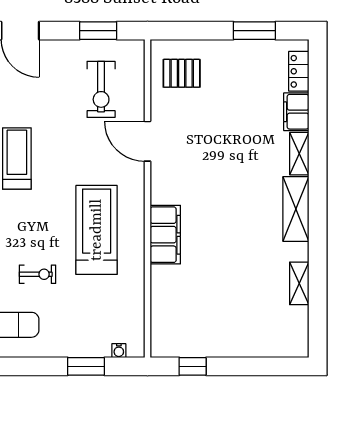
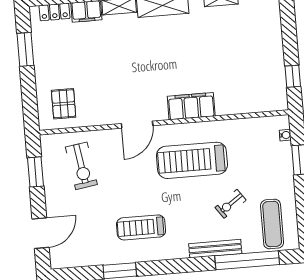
exercise bike: (101, 89) -> (81, 166), turned 81
door: (147, 141) -> (137, 125), moved
exercise bike: (38, 274) -> (230, 204), turned -125

